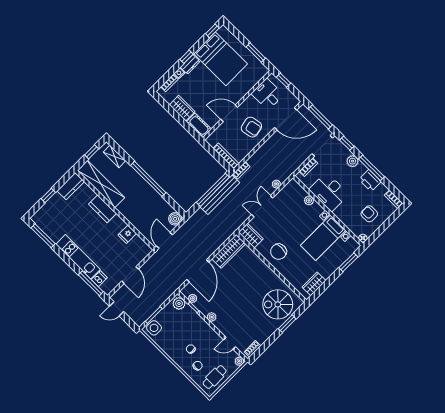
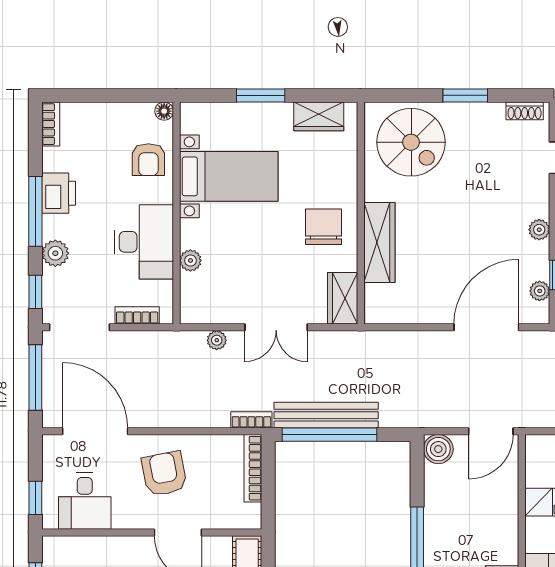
armchair: (369, 214) -> (148, 160), moved
wardrobe: (229, 251) -> (379, 243), moved, turned 90
chair: (279, 252) -> (324, 227), turned -90
window: (348, 262) -> (261, 95), moved
window: (287, 324) -> (465, 95), moved

